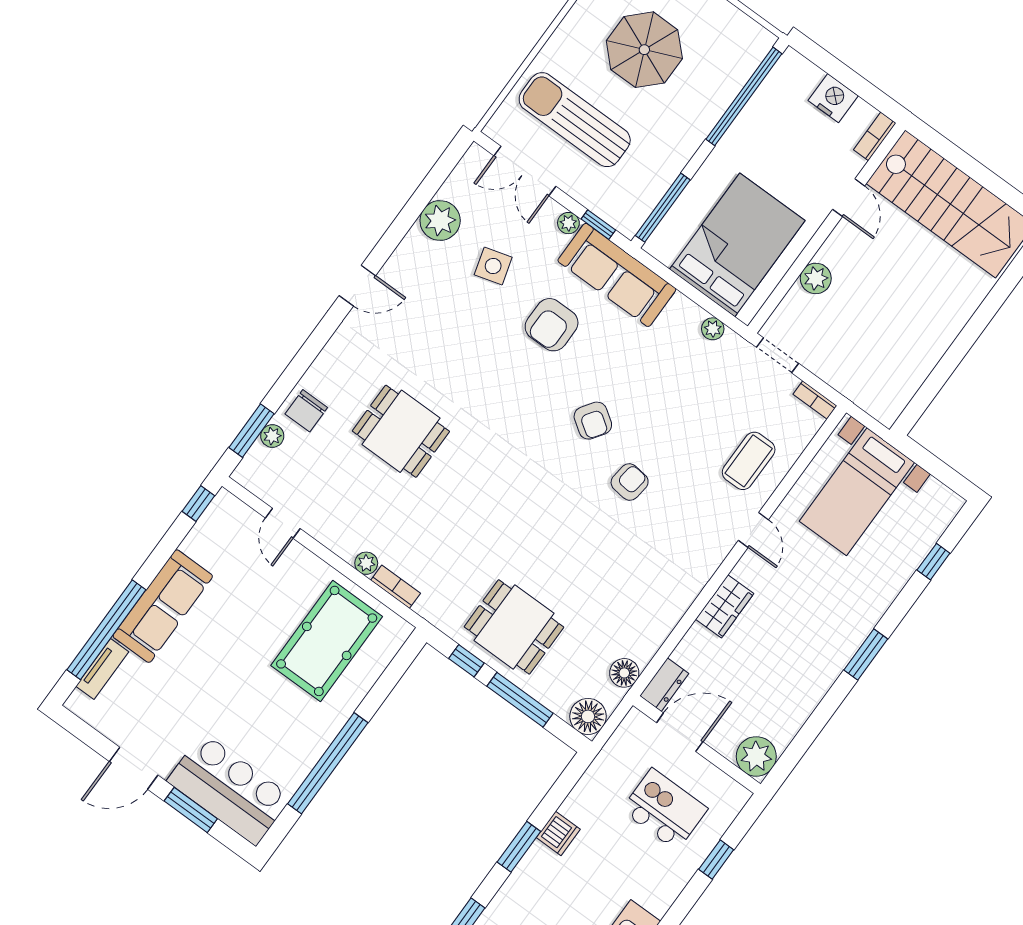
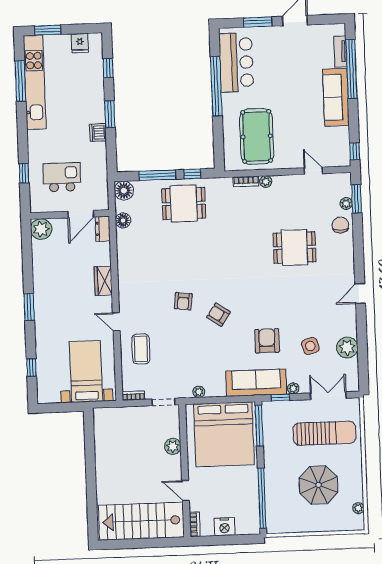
bed: (737, 245) -> (224, 434), width x1.36
bar counter: (229, 789) -> (236, 62), moved, turned -90
kitchen island: (664, 809) -> (62, 177), turned 180

